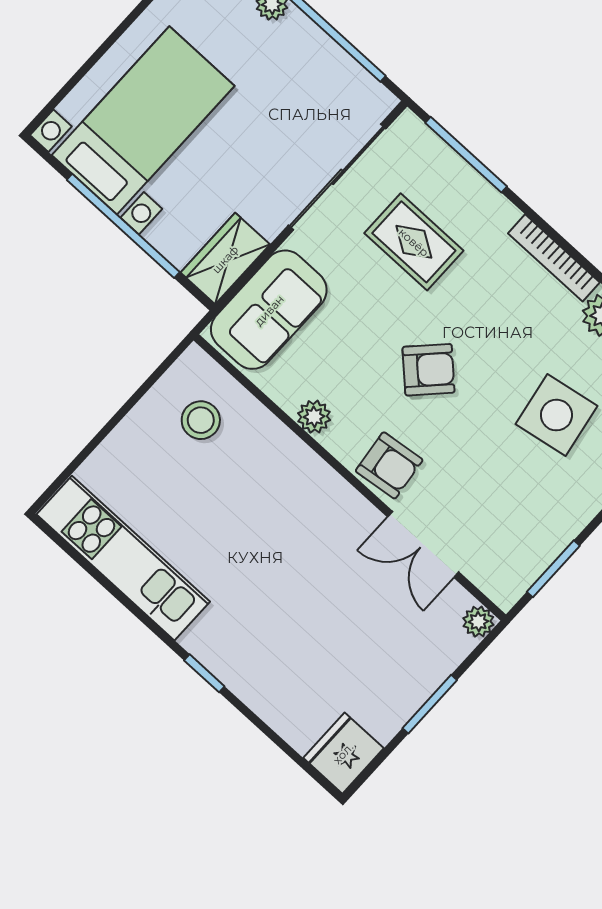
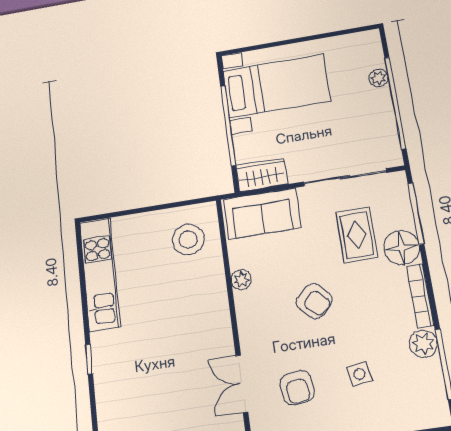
floor lamp: (483, 214) -> (402, 248), added
side table: (556, 415) -> (359, 374), width x0.54, depth x0.54
stool: (201, 420) -> (188, 239), width x1.38, depth x1.38
armchair: (389, 465) -> (297, 388), moved

